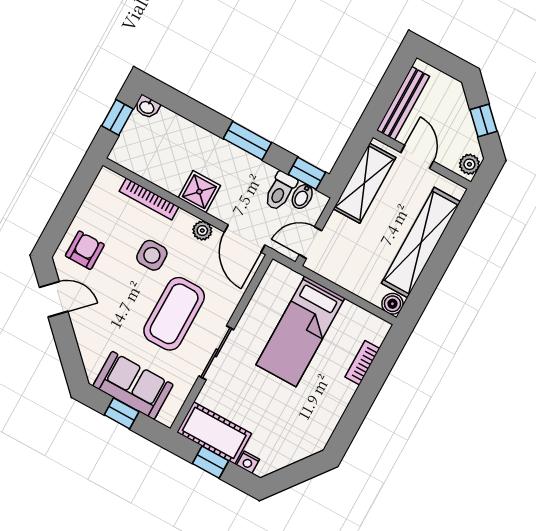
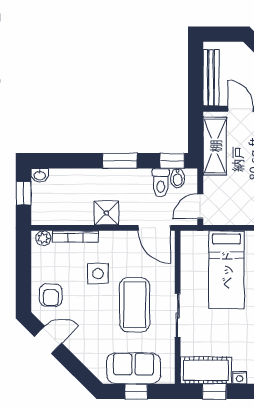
plant: (202, 231) -> (43, 238), moved
armchair: (85, 250) -> (51, 295), turned 180

